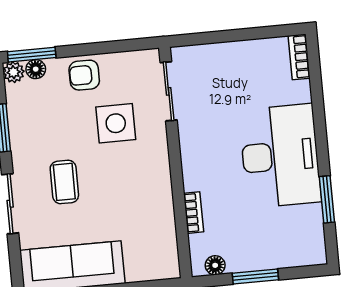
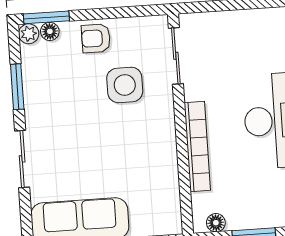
coffee table: (64, 182) -> (74, 140), removed
bookcase: (194, 213) -> (197, 146), width x2.31, depth x1.31

